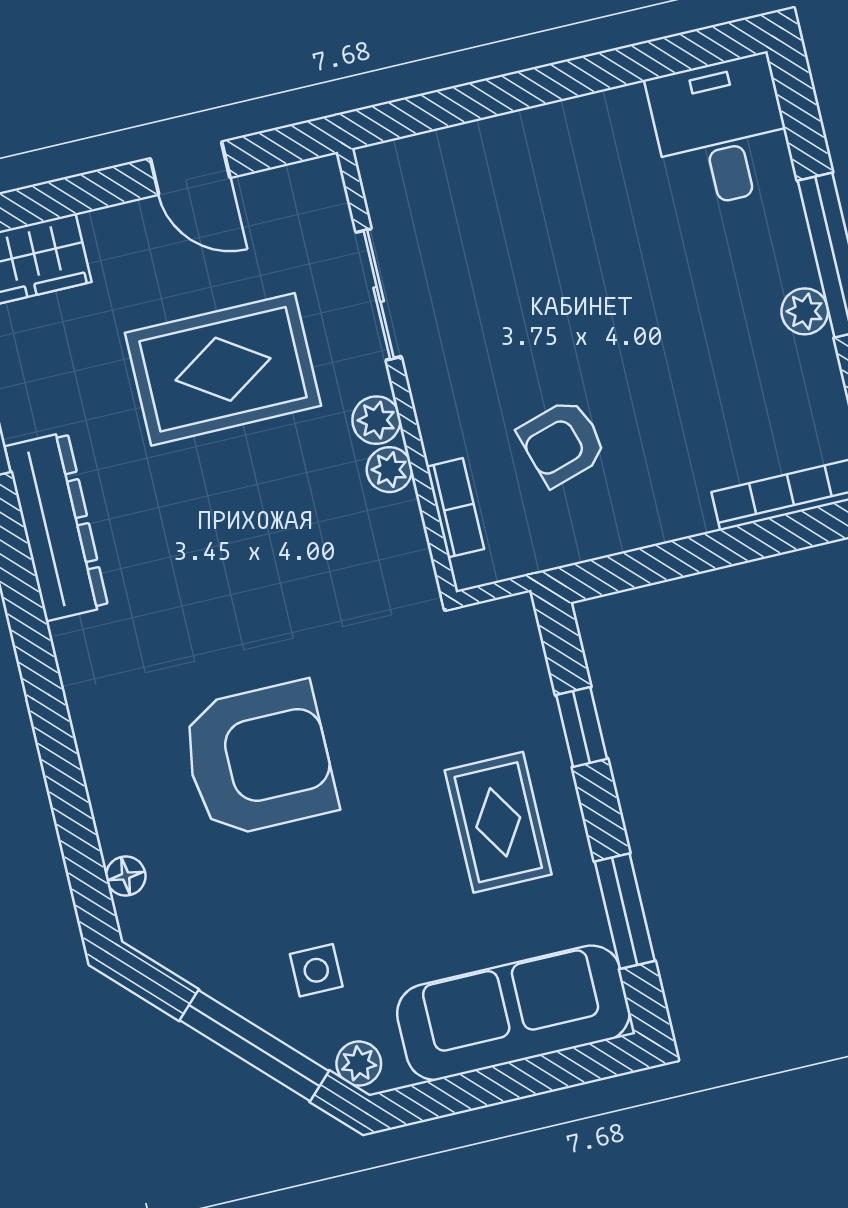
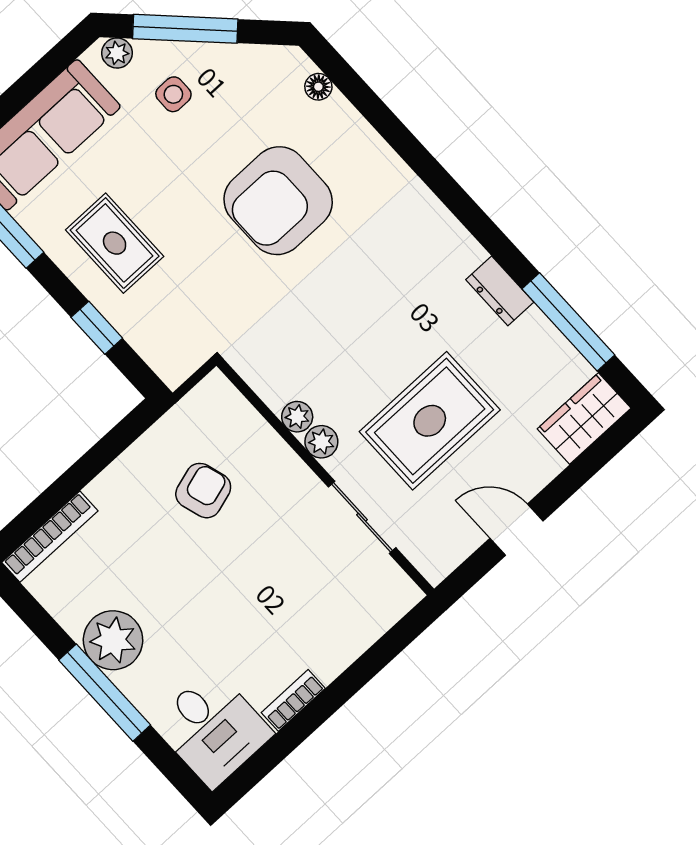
plant: (805, 311) -> (113, 640), width x1.88, depth x1.88
bookcase: (455, 508) -> (293, 700), moved, turned 90
dresser: (57, 527) -> (500, 291), width x0.51, depth x0.80

